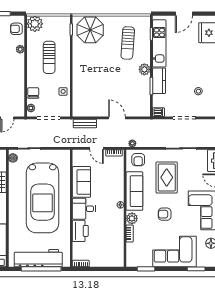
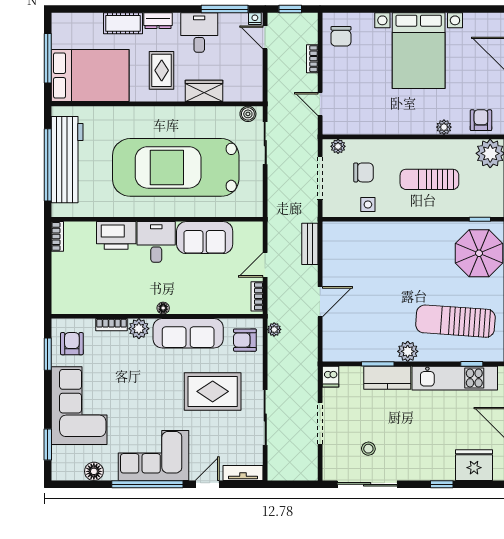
sun lounger: (128, 43) -> (455, 321), width x1.36, depth x1.34
chair: (33, 93) -> (363, 172), moved
armchair: (165, 214) -> (72, 344), moved

